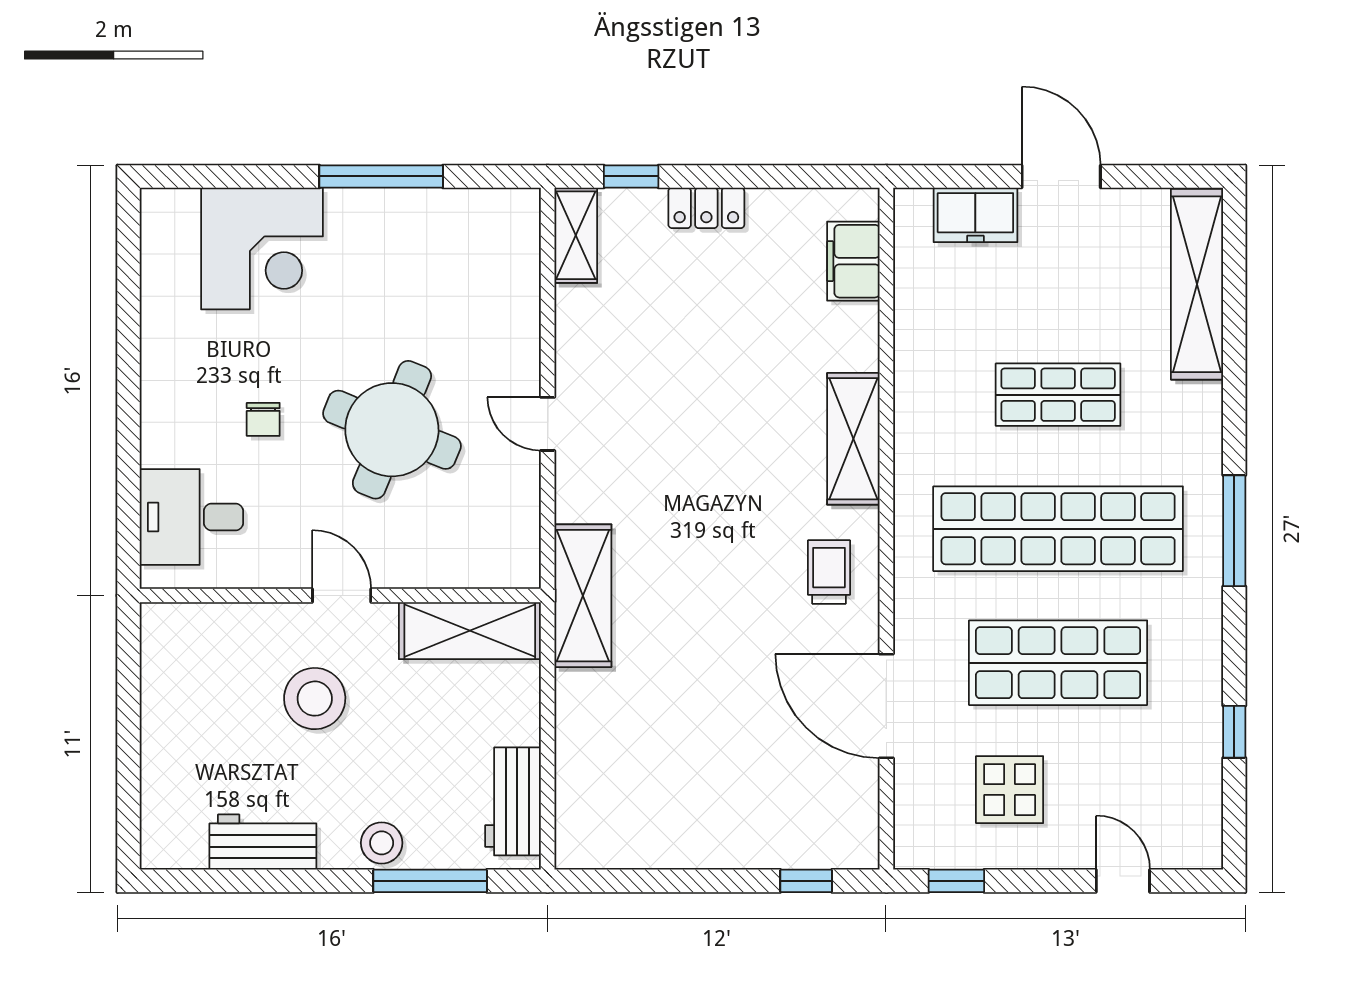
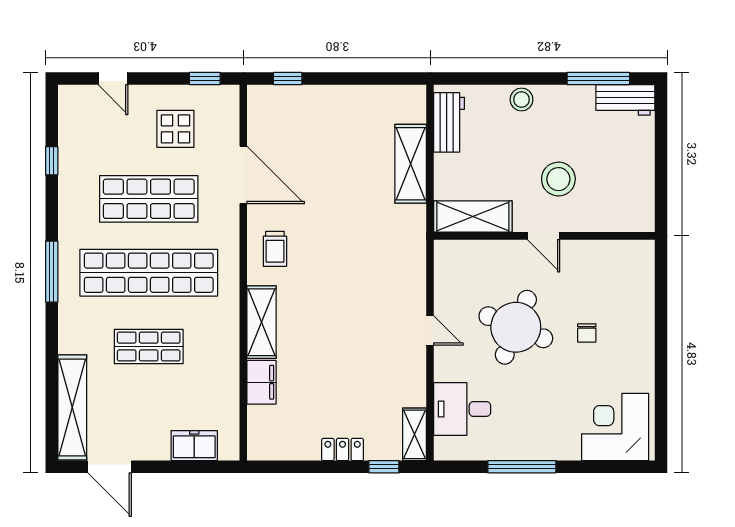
door: (1061, 176) -> (110, 467), moved
corner desk: (262, 249) -> (615, 427), moved
filing cabinet: (853, 261) -> (262, 382), moved
chair: (263, 419) -> (587, 333), turned 180
desk: (191, 517) -> (462, 409), moved, turned 180
shelving: (583, 596) -> (411, 164), moved
workbench: (263, 842) -> (625, 100), moved
window: (430, 881) -> (598, 79), moved

